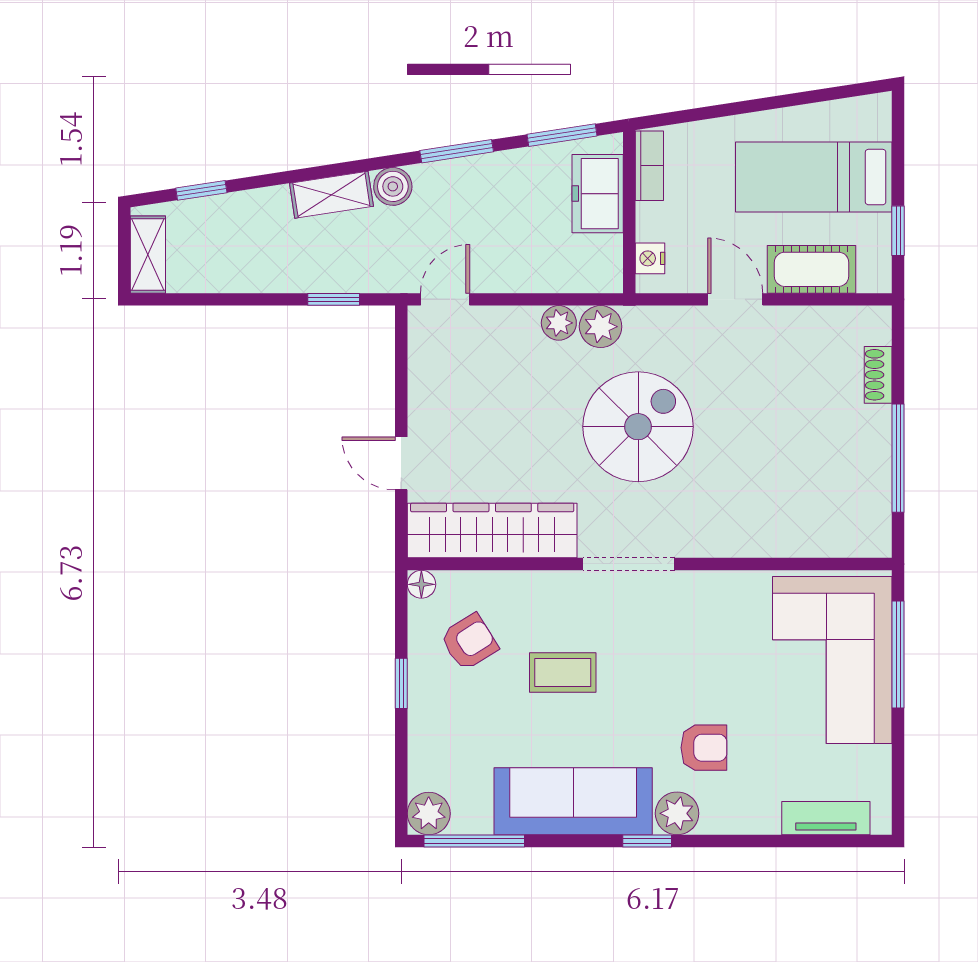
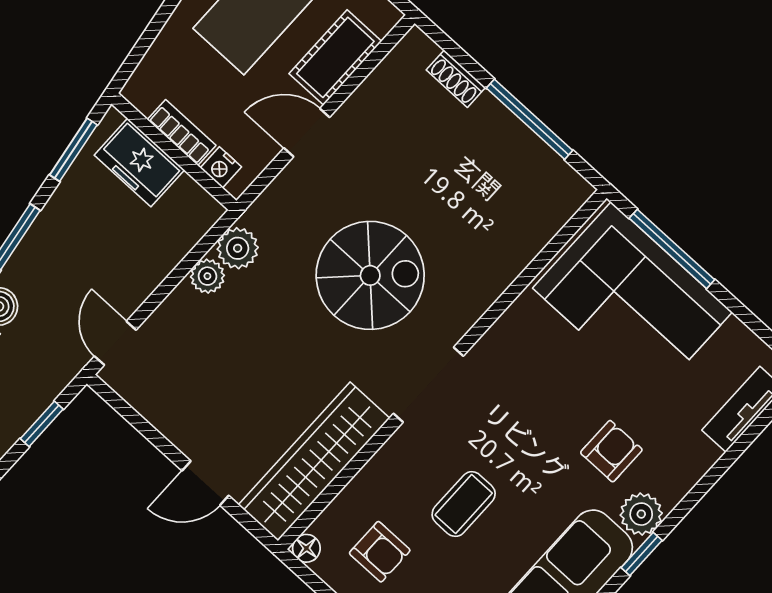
bookcase: (649, 166) -> (182, 133), moved
spiral stairs: (638, 427) -> (370, 275), moved, turned 90
armchair: (469, 642) -> (380, 552), turned 122

